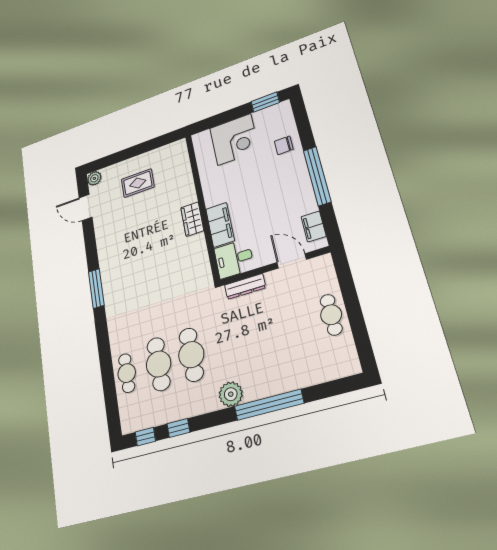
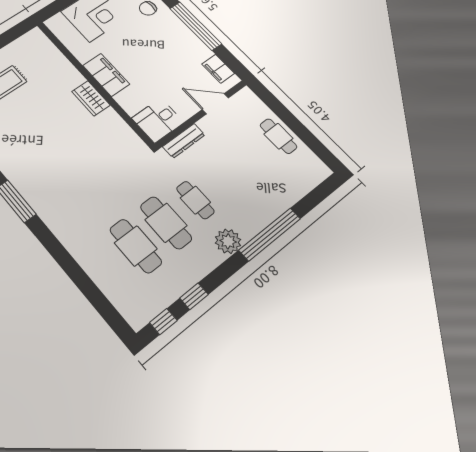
filing cabinet: (220, 225) -> (106, 75), moved
cafe table: (127, 373) -> (195, 200), moved

